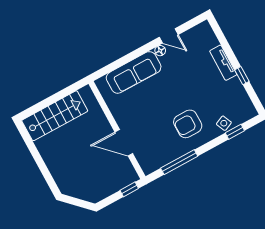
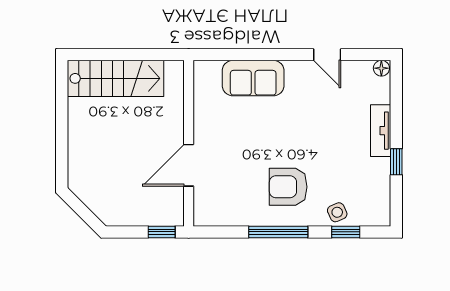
floor lamp: (160, 51) -> (381, 68), moved
sofa: (134, 72) -> (253, 78), width x0.73
door: (124, 143) -> (189, 165), hinge flipped
window: (179, 162) -> (278, 232), moved

